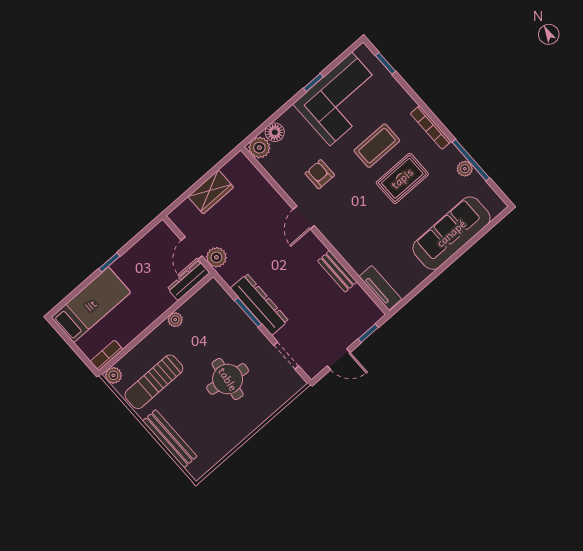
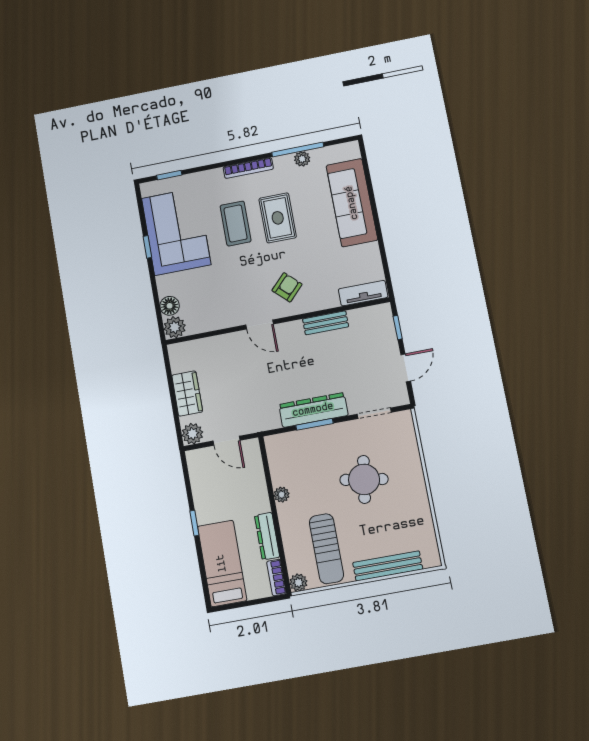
armchair: (320, 174) -> (287, 287), moved, turned 134
plant: (216, 257) -> (192, 434), moved
dresser: (189, 281) -> (267, 536), moved

